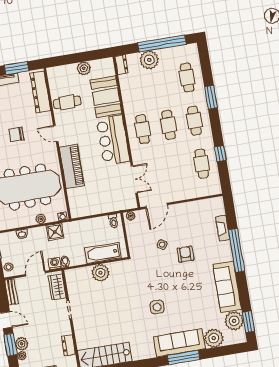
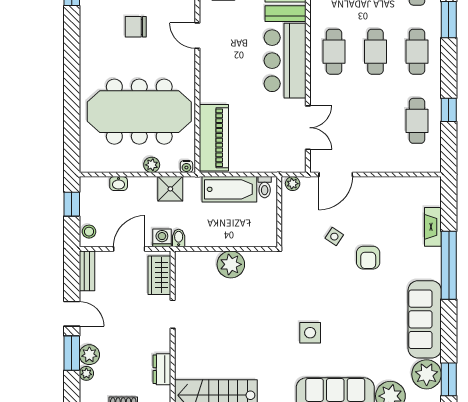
piano: (72, 166) -> (214, 138), moved
bathtub: (103, 253) -> (229, 189), moved, turned 180
armchair: (185, 254) -> (368, 258), turned 180

